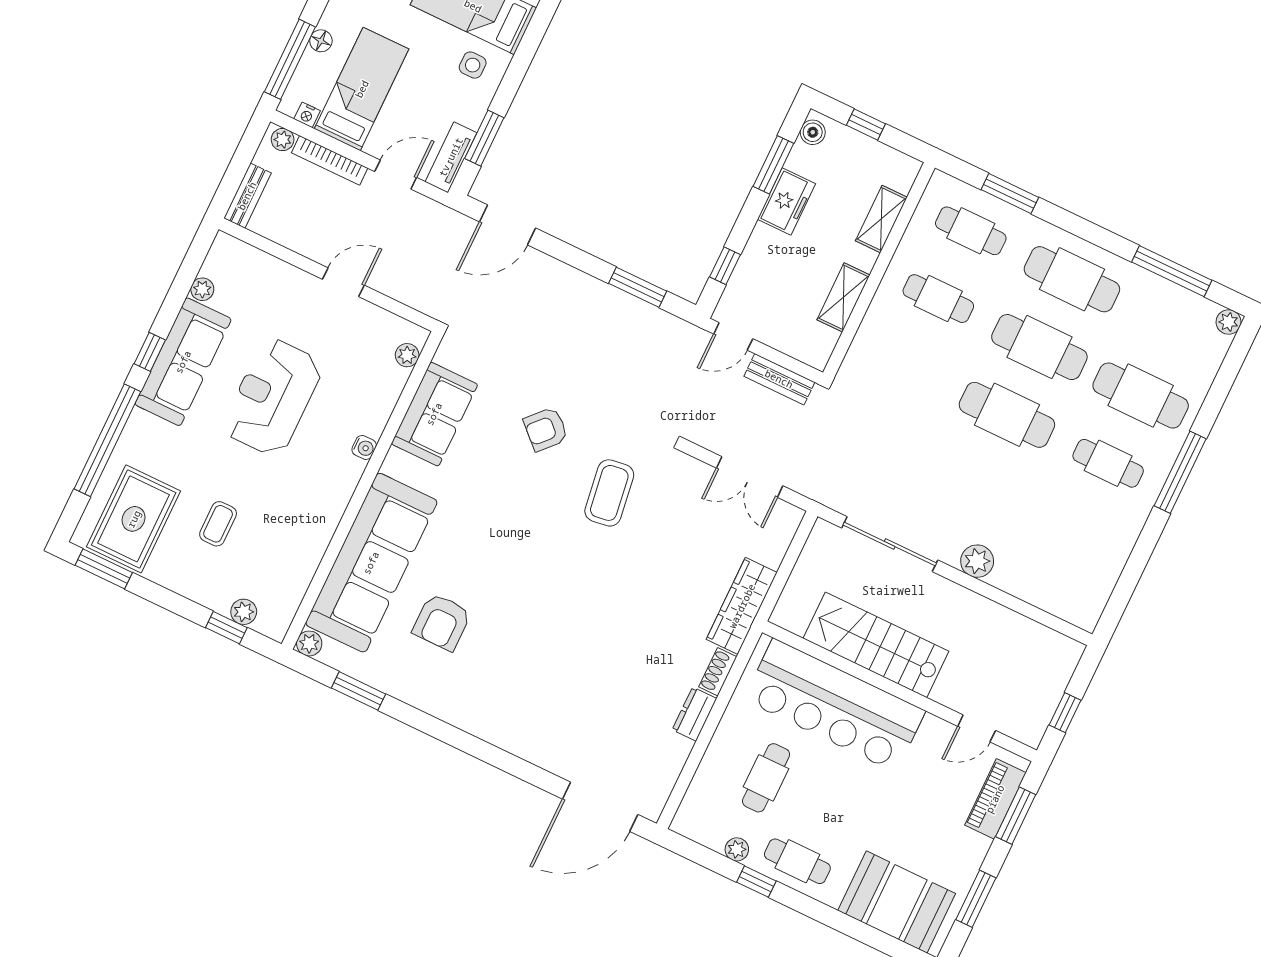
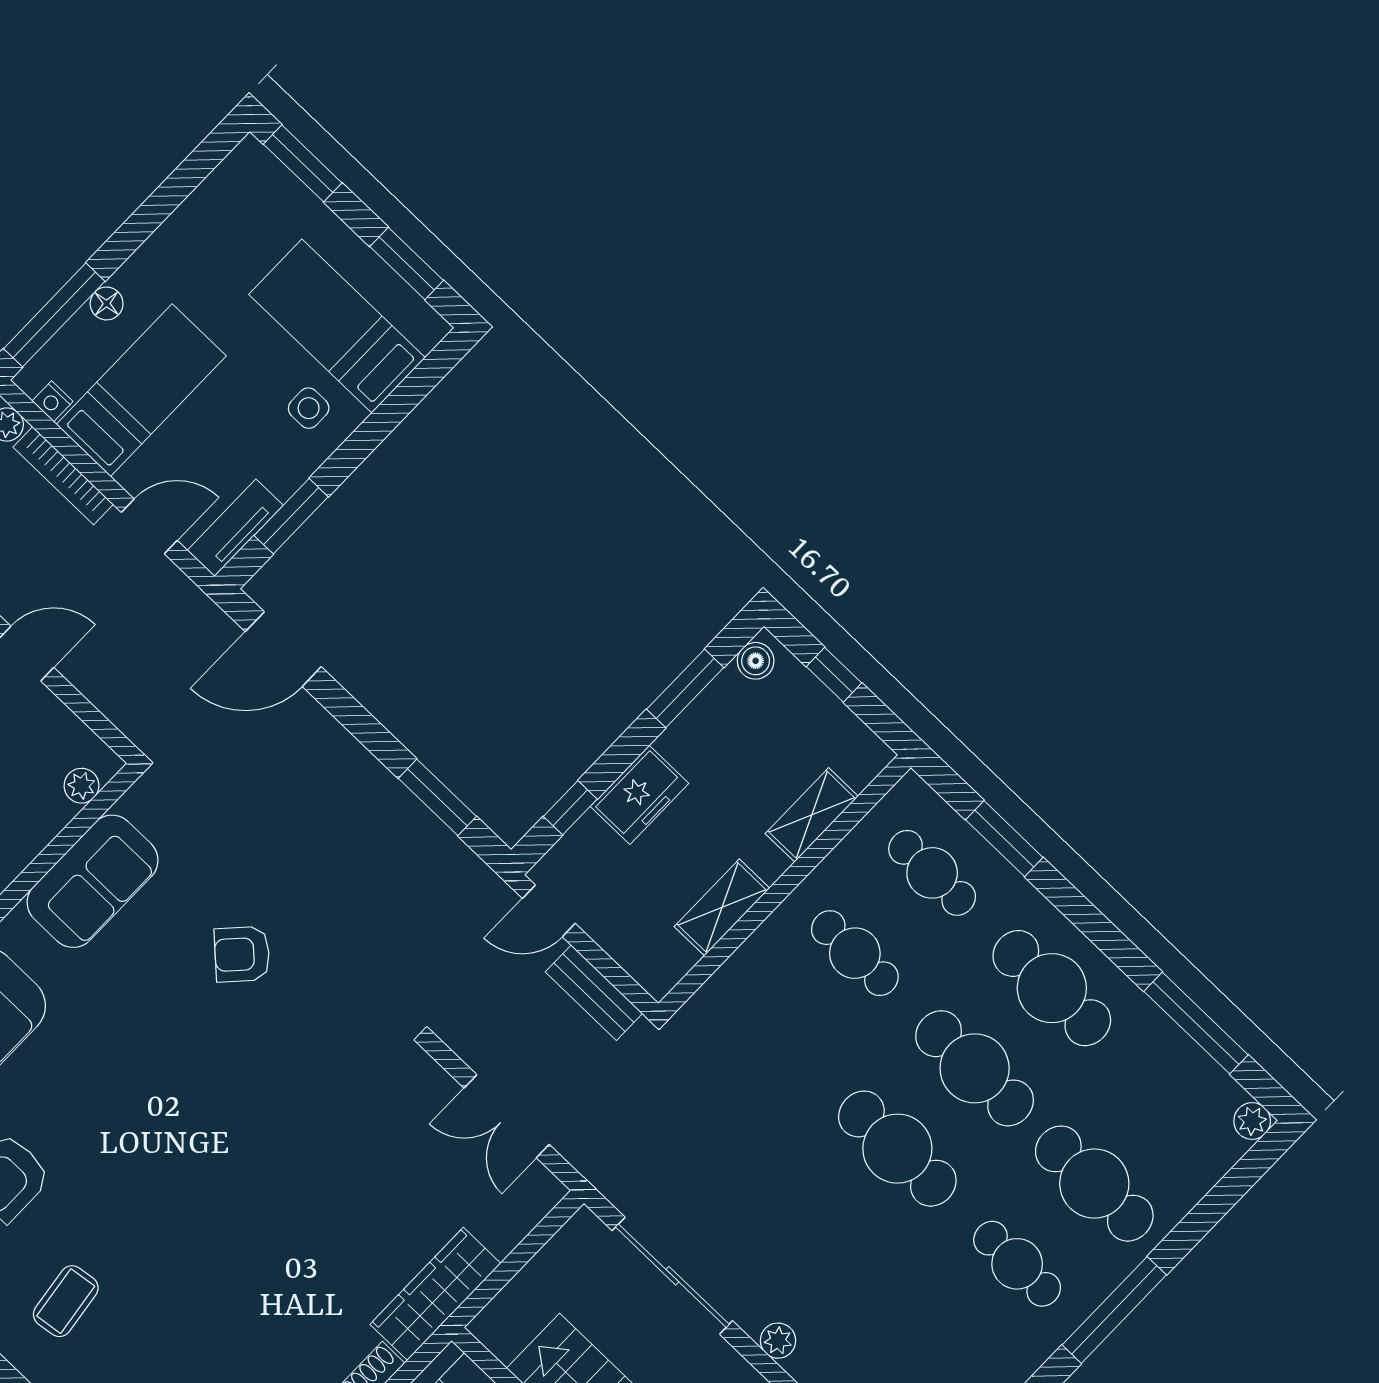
freezer: (786, 201) -> (639, 795), moved
coffee table: (609, 493) -> (66, 1301), moved, width x0.73, depth x0.77
plant: (977, 561) -> (778, 1341), width x0.73, depth x0.73

